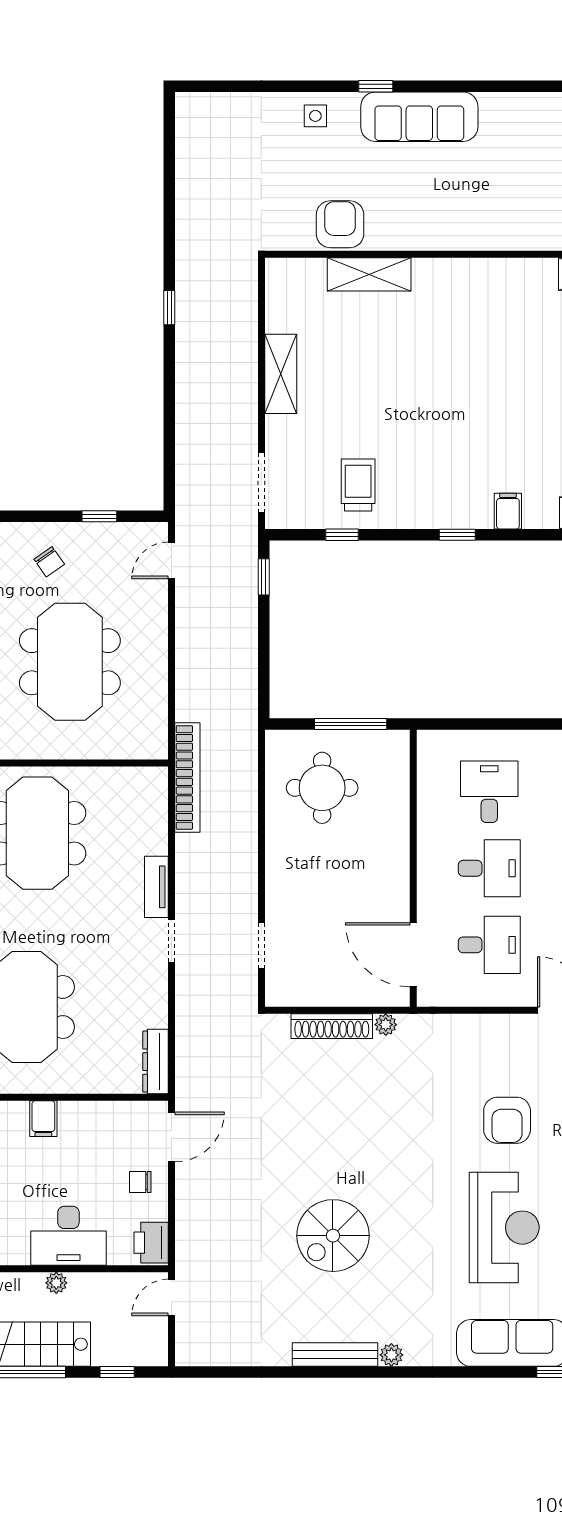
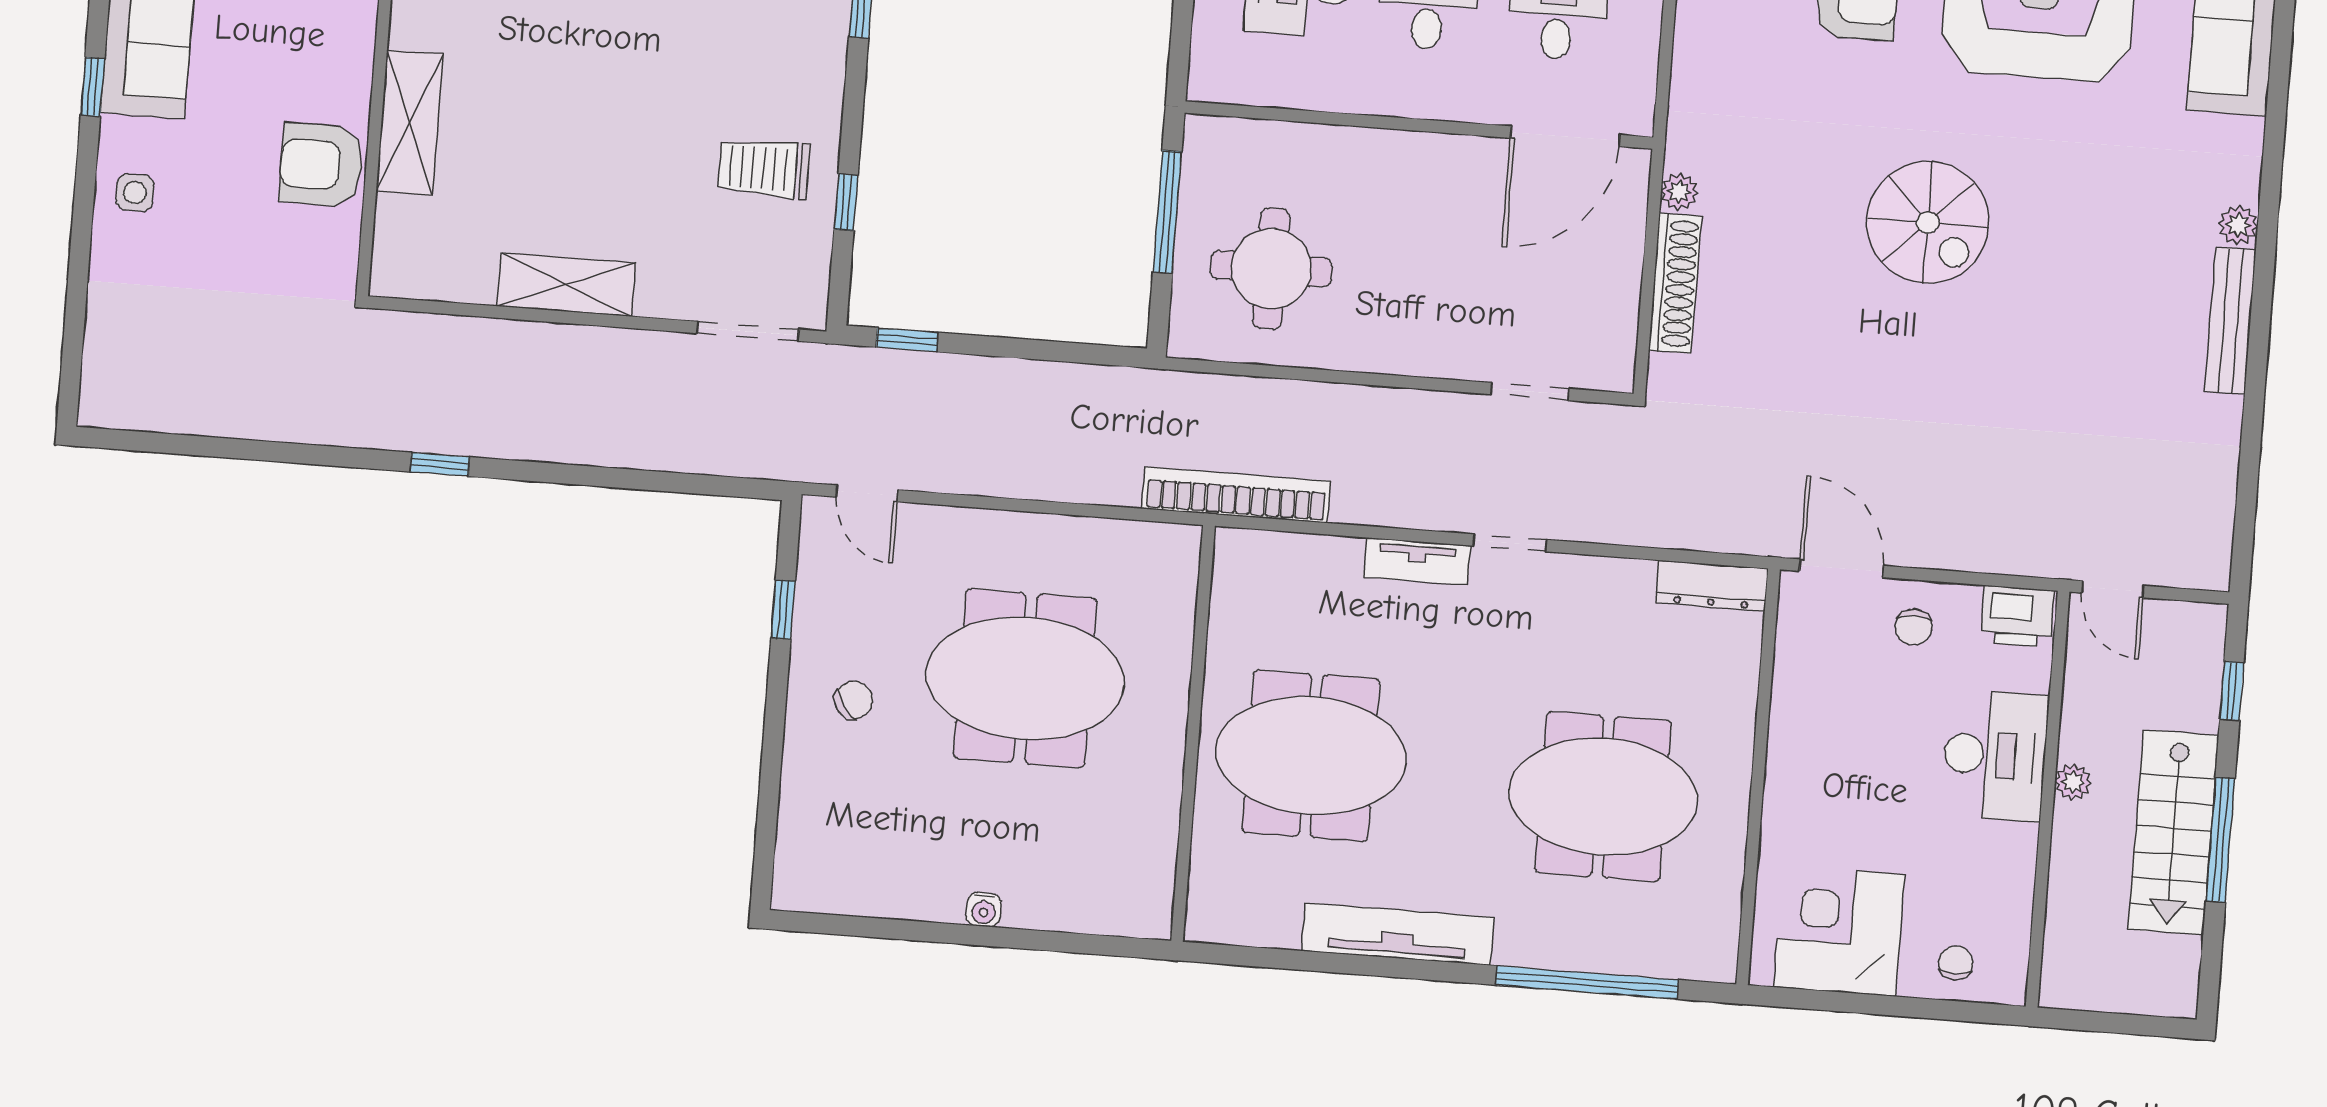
filing cabinet: (43, 1119) -> (1794, 783), removed
spiral stairs: (333, 1236) -> (1928, 222), moved

